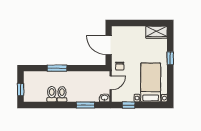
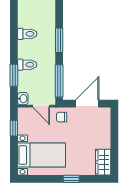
window: (90, 68) -> (59, 81), added
toilet: (62, 94) -> (27, 65), moved

